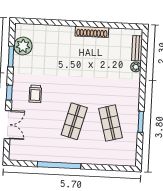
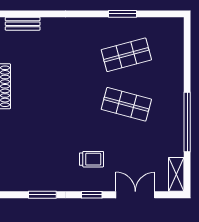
plant: (23, 46) -> (27, 179), removed
plant: (136, 67) -> (48, 24), removed
shelving: (21, 155) -> (176, 174), added

